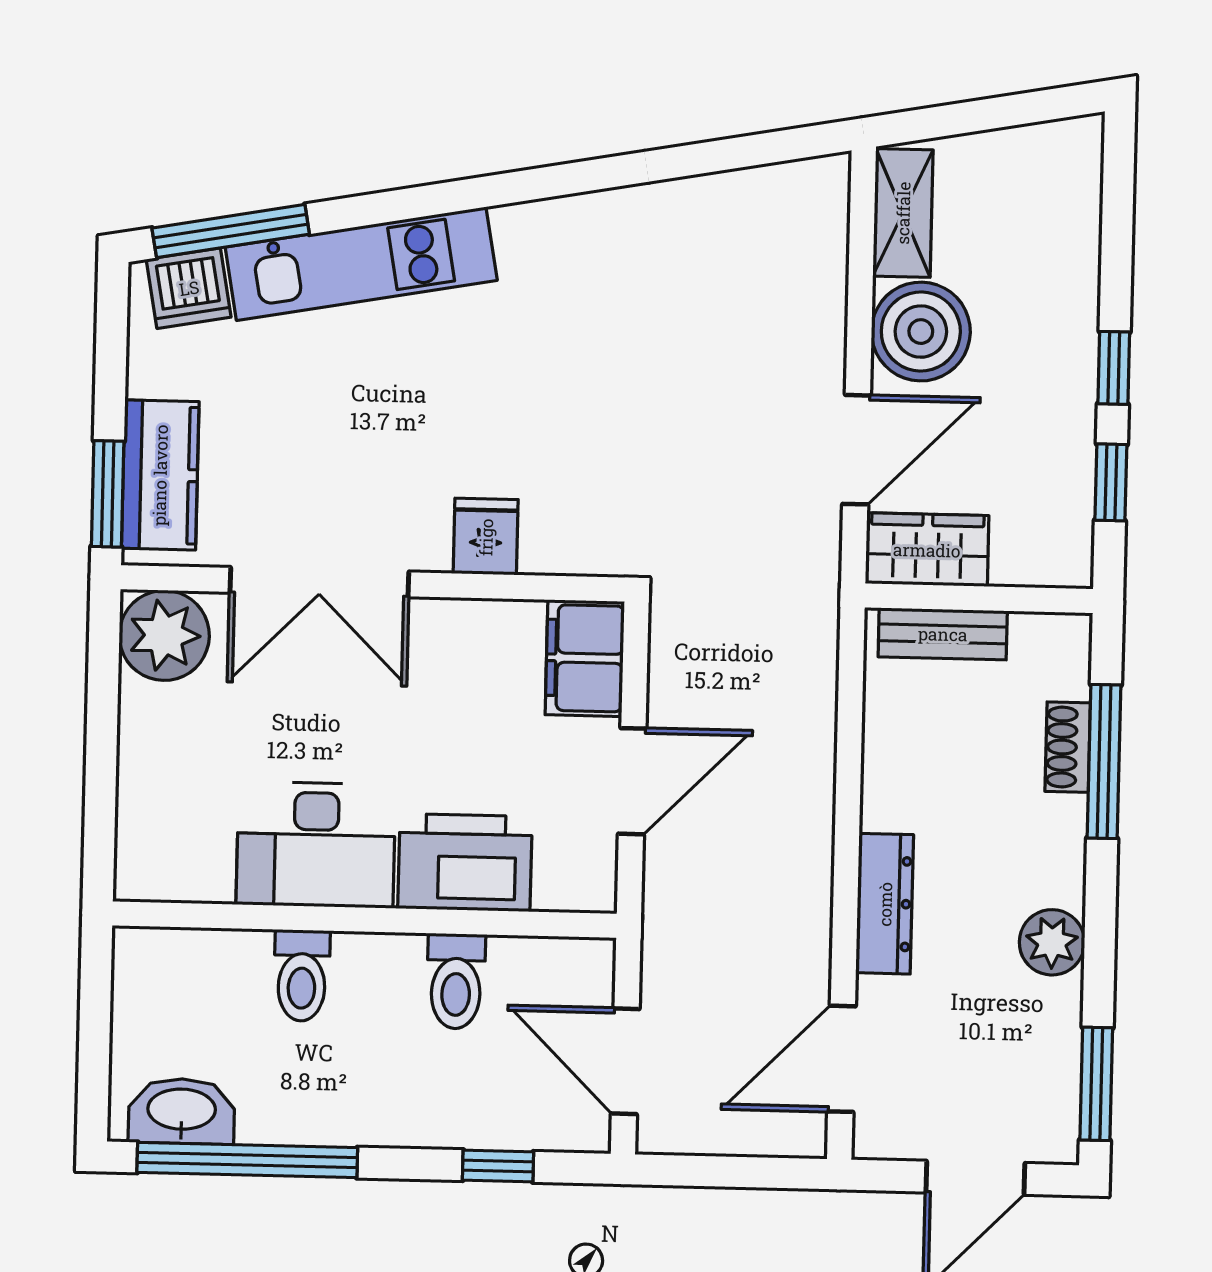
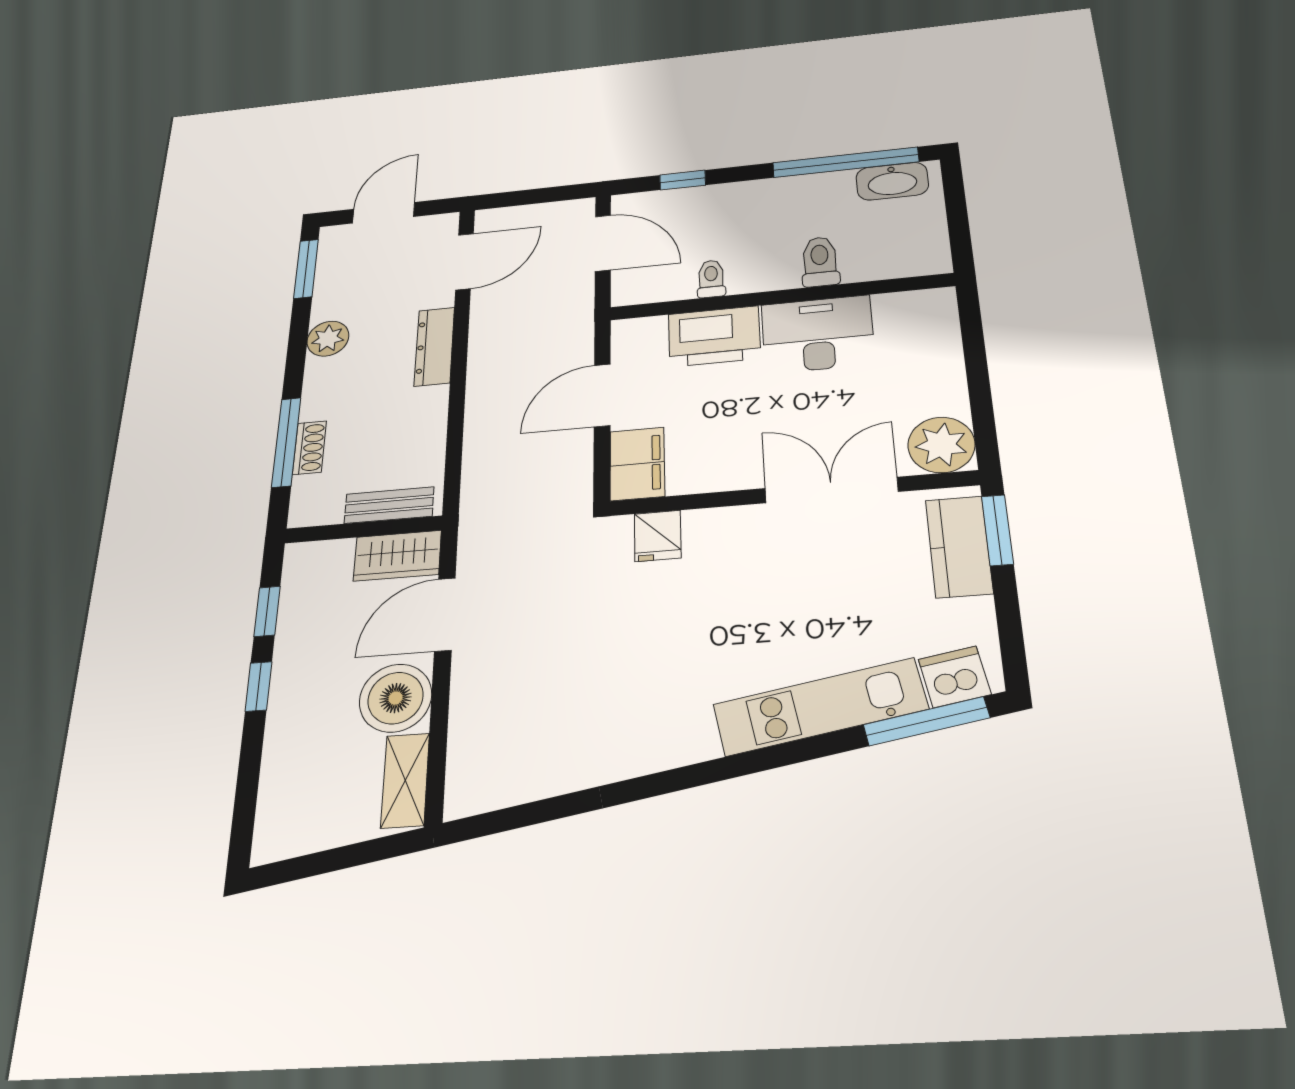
fridge: (486, 537) -> (658, 536), moved
toilet: (456, 981) -> (711, 279), width x0.73, depth x0.72

